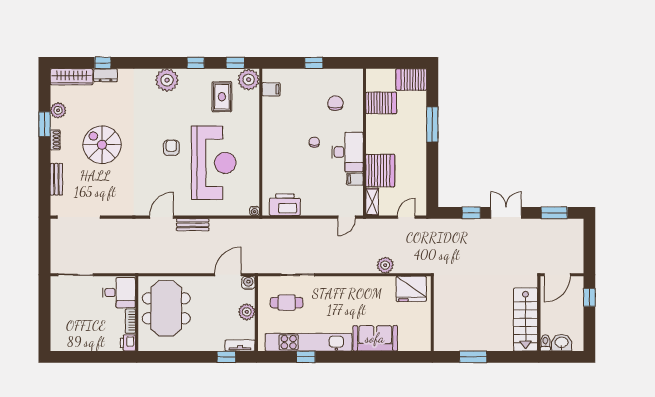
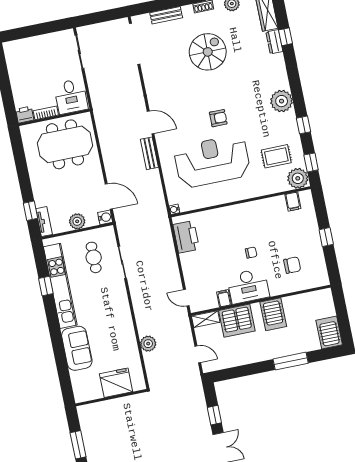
server rack: (381, 103) -> (273, 314), moved
reception desk: (214, 163) -> (212, 161), turned 180
fridge: (411, 289) -> (116, 383), moved, turned 90

